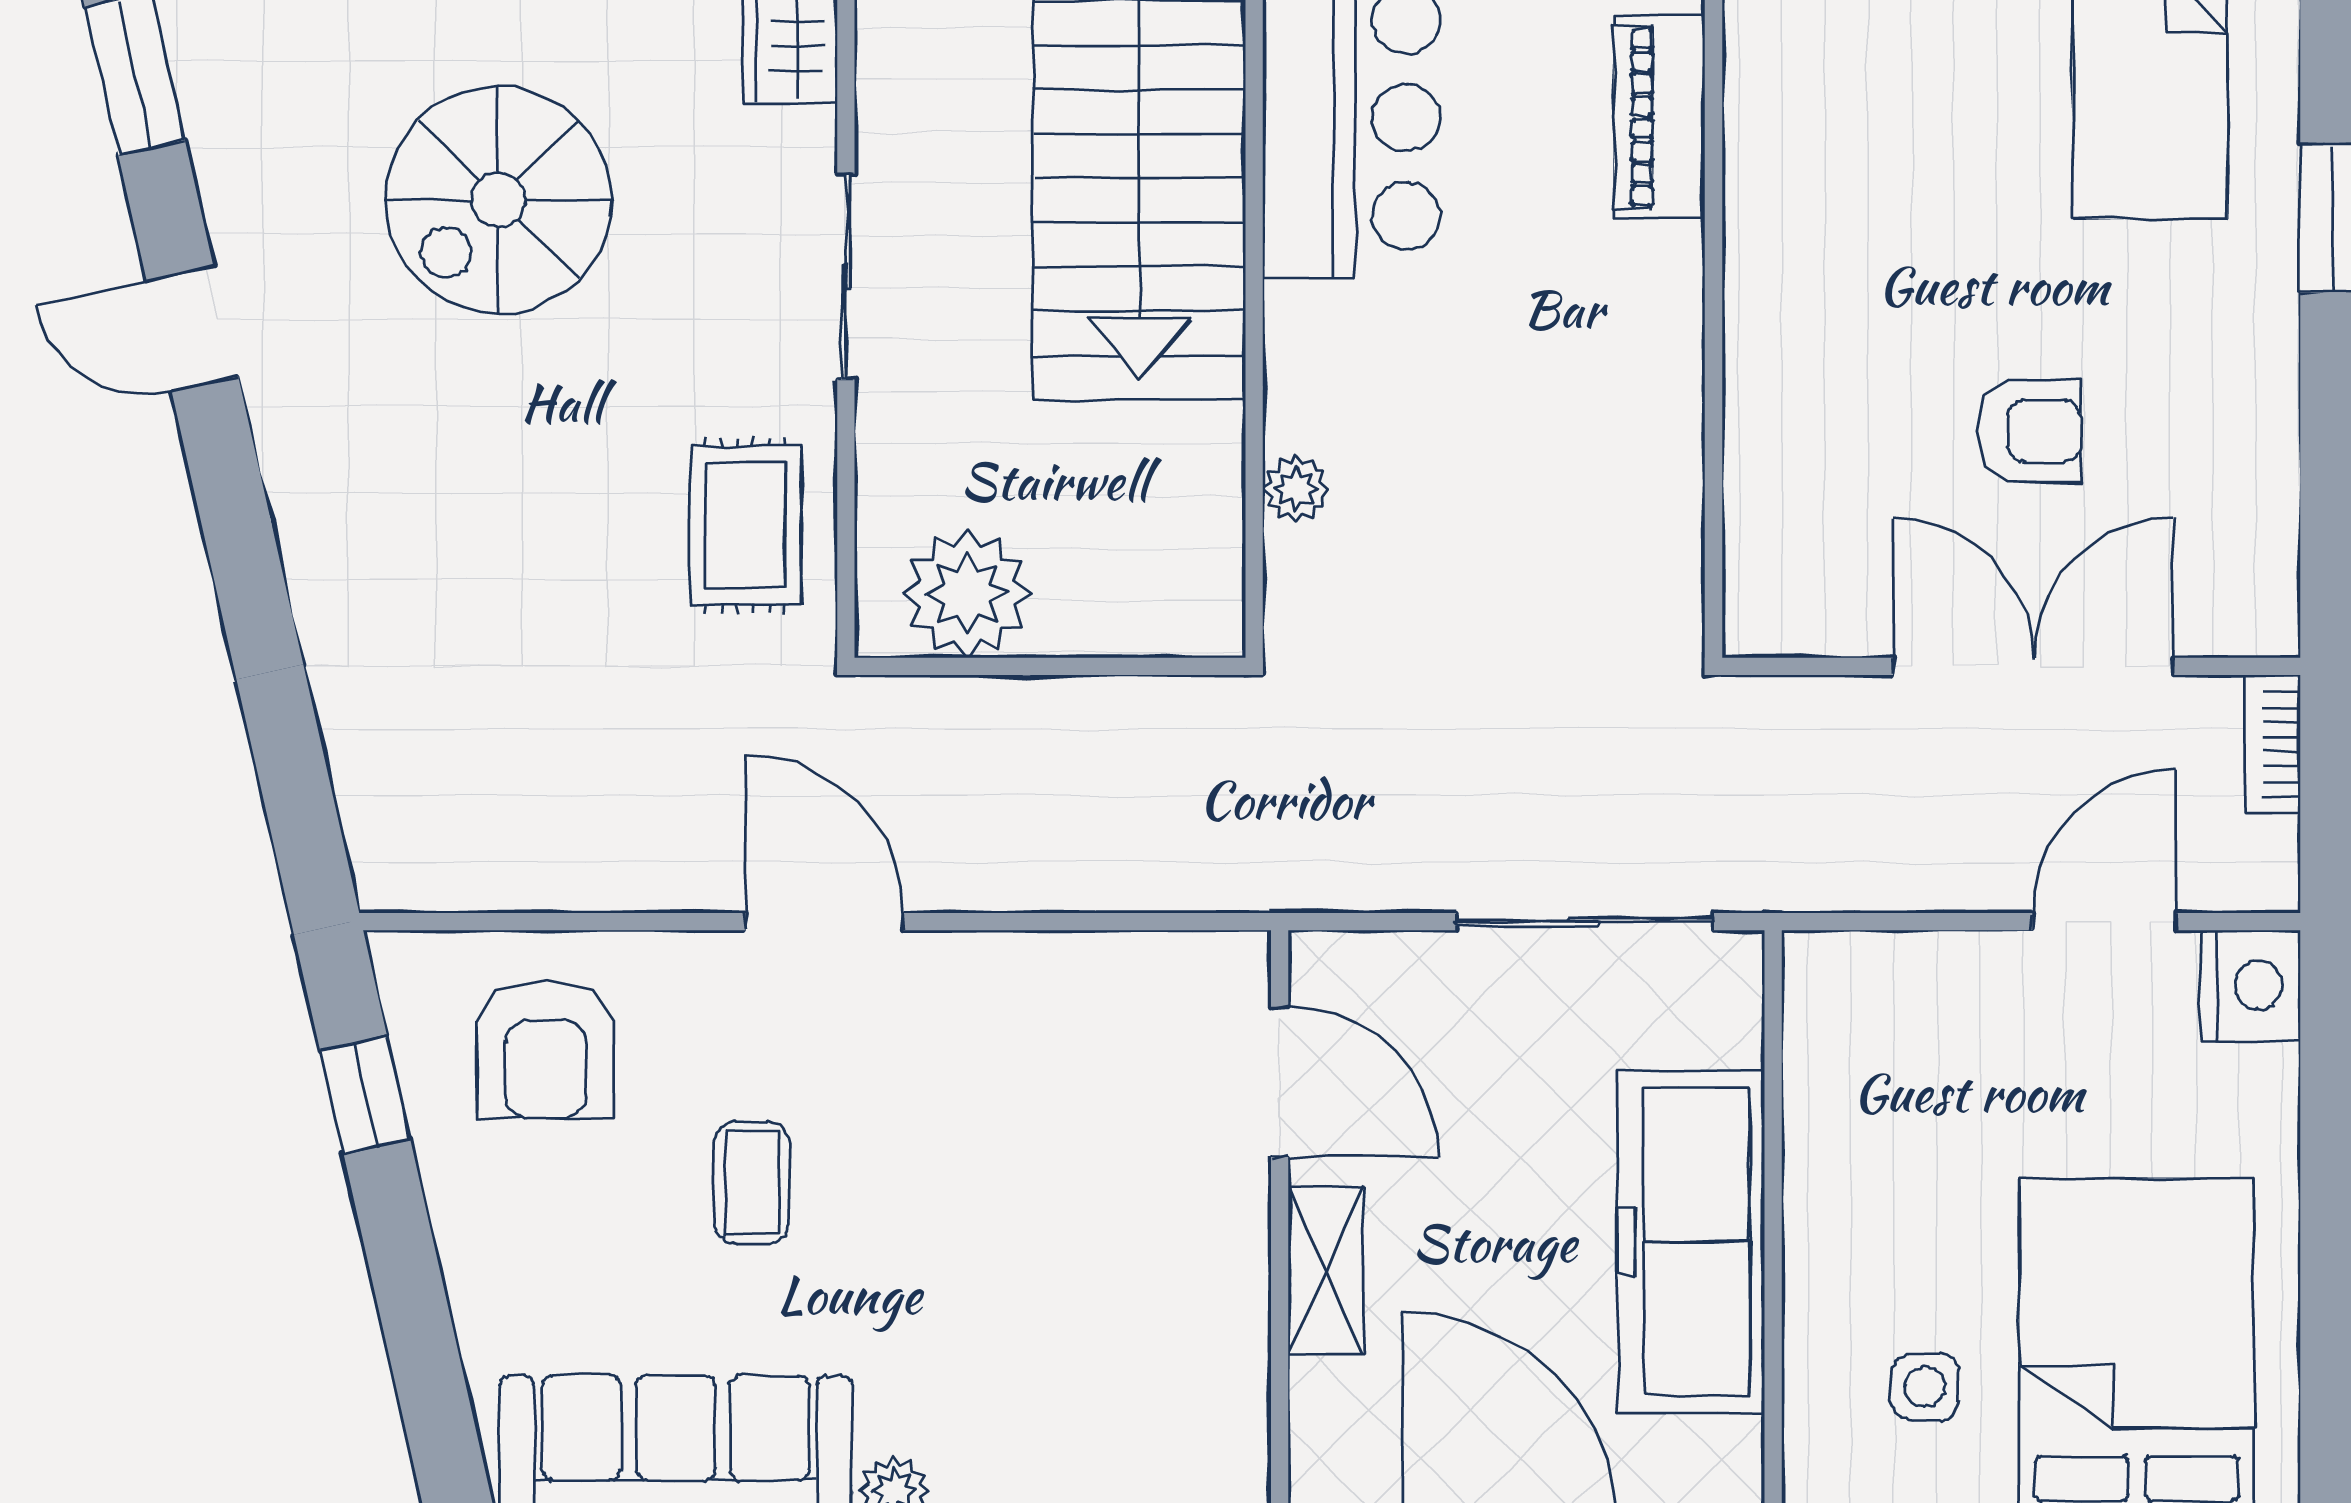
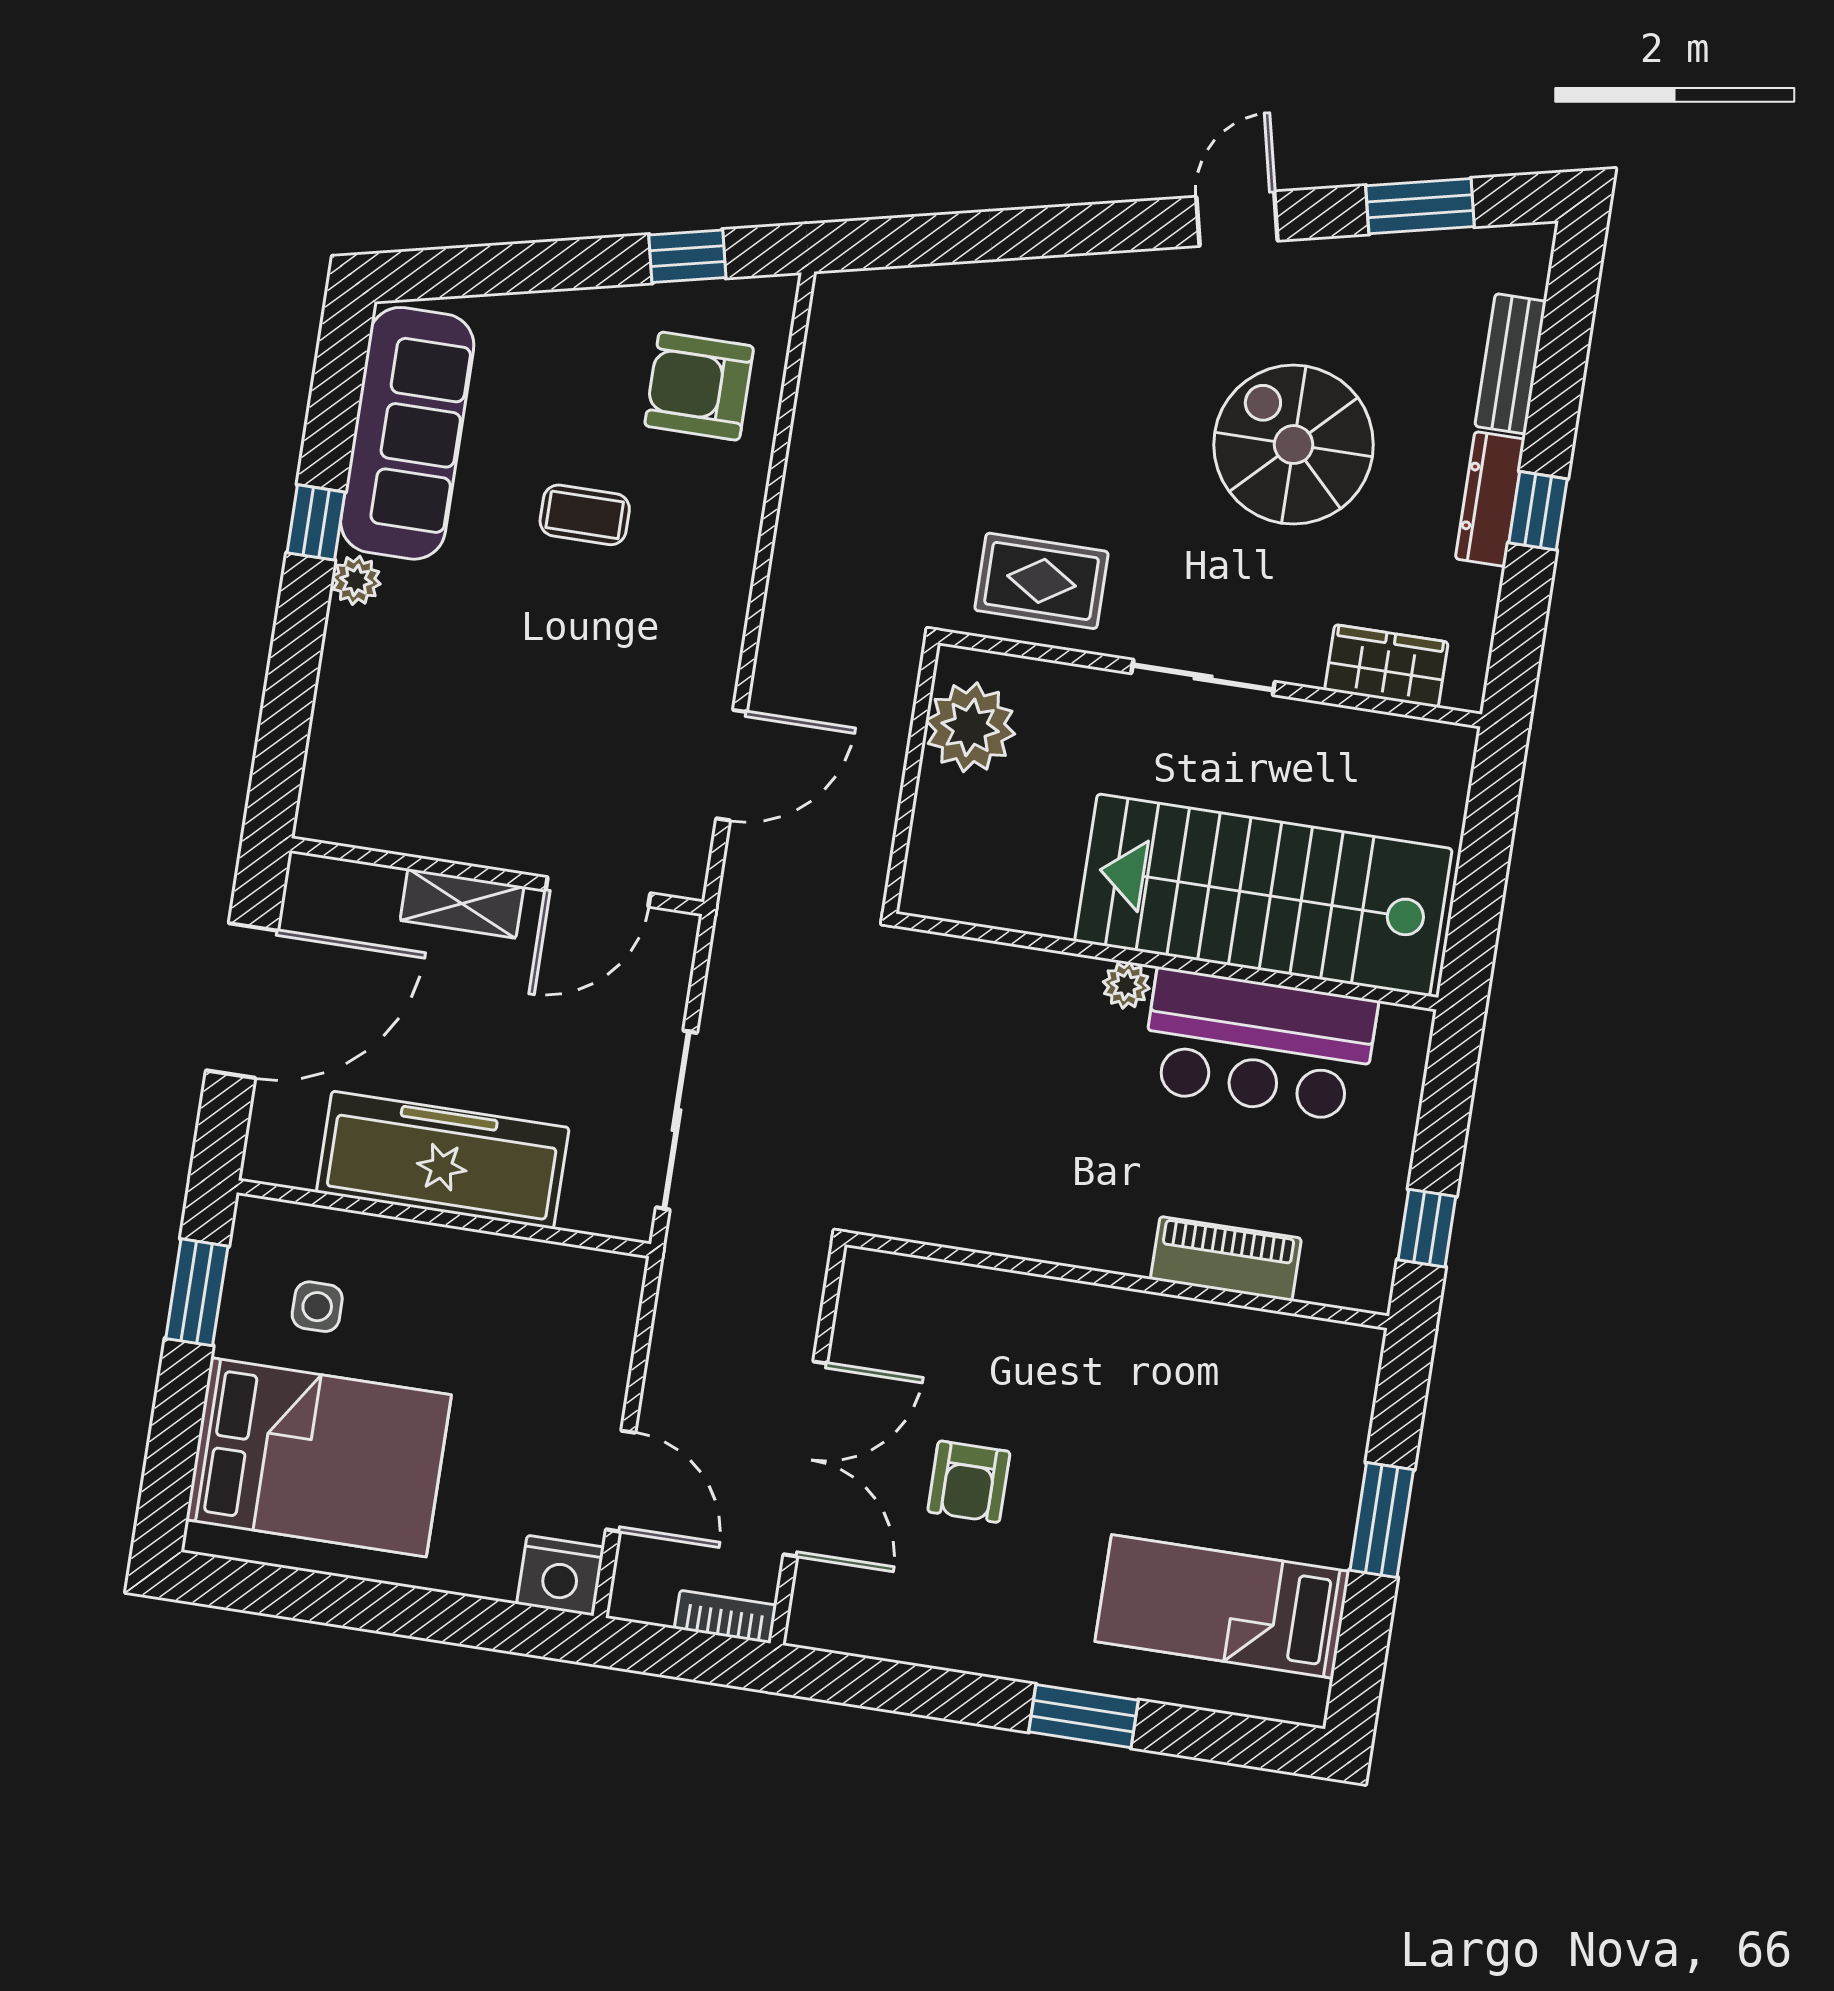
plant: (1296, 489) -> (1126, 985), moved
door: (824, 922) -> (731, 765), moved

